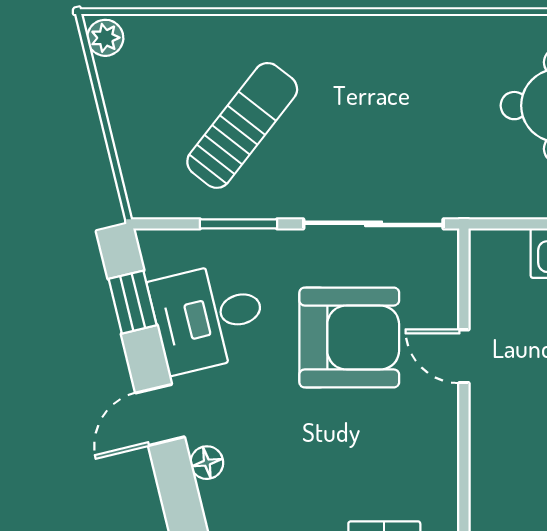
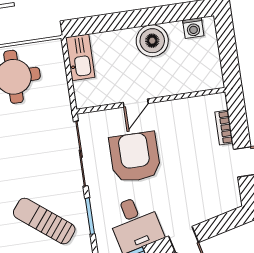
floor lamp: (207, 463) -> (202, 214), removed

